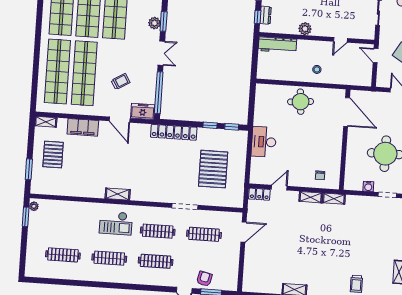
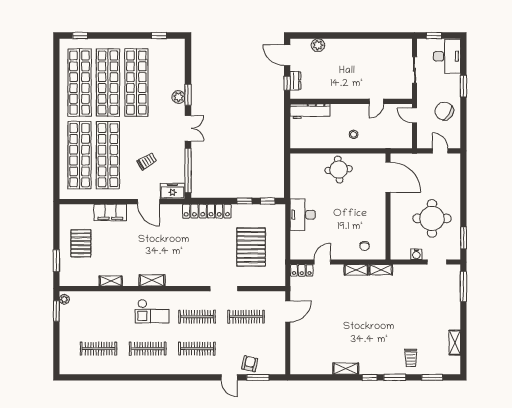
plant: (305, 29) -> (338, 92), removed
shelving: (46, 122) -> (111, 281), moved

